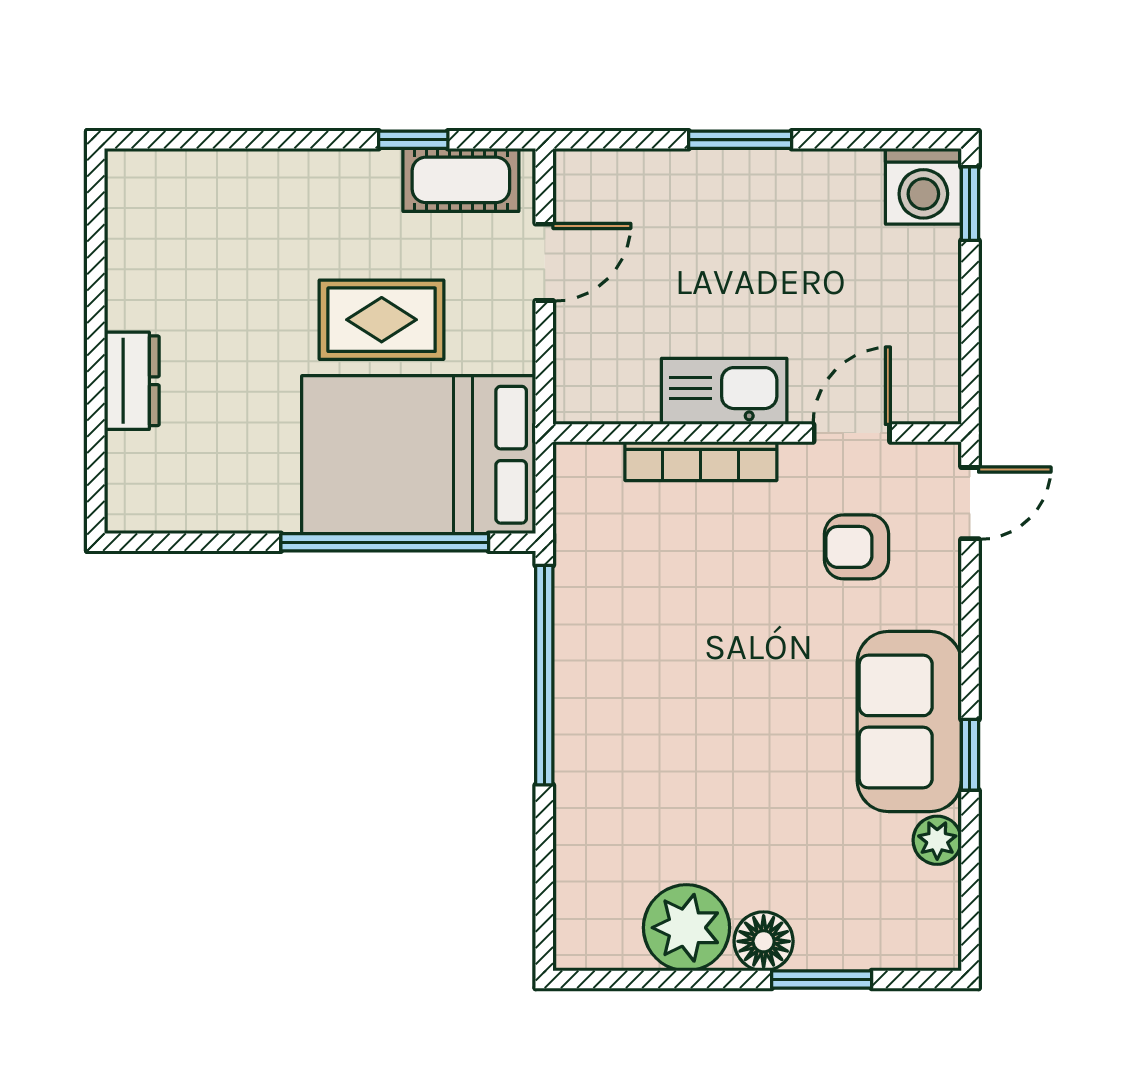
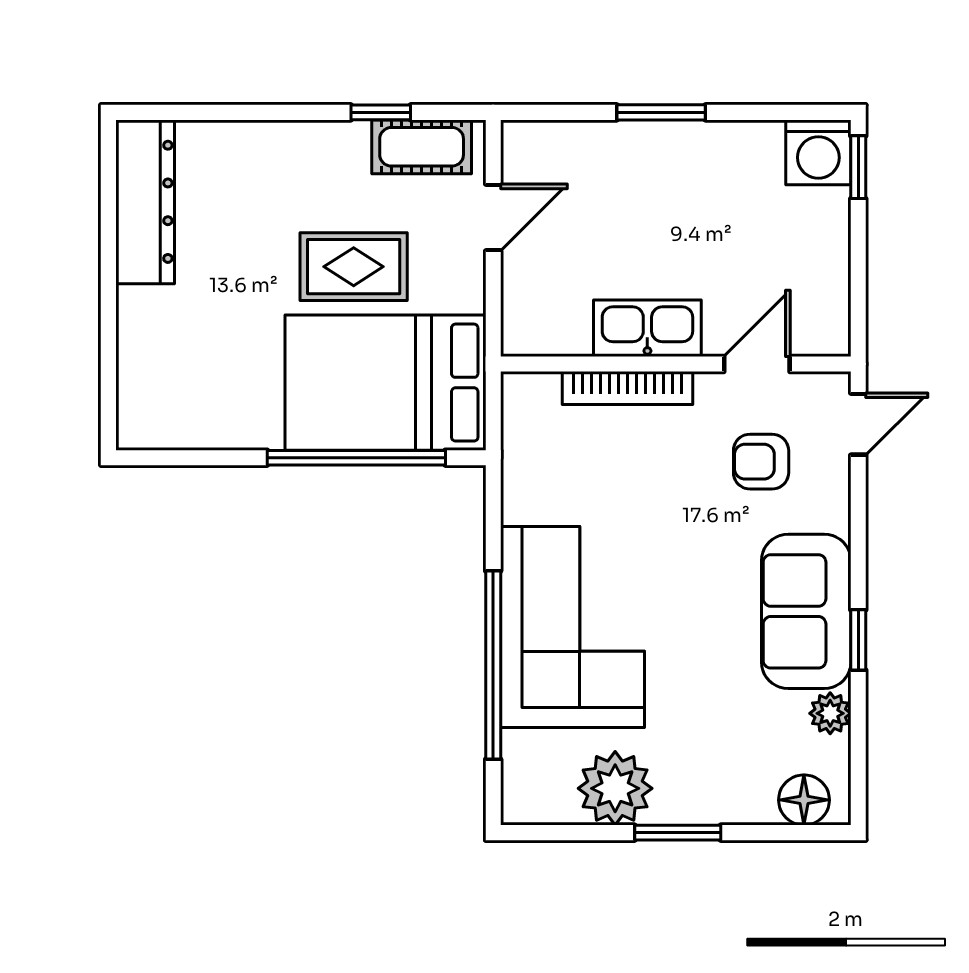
dresser: (132, 381) -> (145, 202), moved, width x1.96, depth x1.24
window: (544, 675) -> (493, 665), moved
corner sofa: (637, 740) -> (572, 627), added
floor lamp: (764, 941) -> (804, 800), moved
window: (822, 979) -> (678, 833), moved

